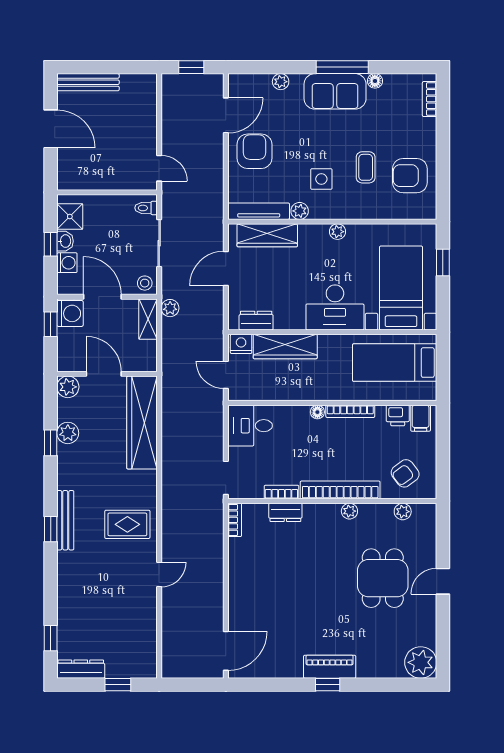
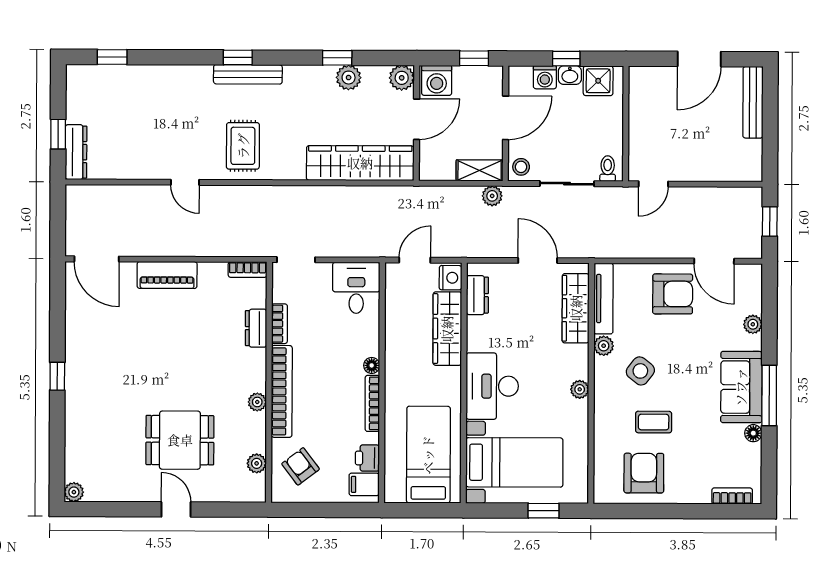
side table: (321, 179) -> (640, 371), turned 38
washing machine: (70, 313) -> (437, 80), moved
plant: (421, 662) -> (74, 492), width x0.53, depth x0.53
piano: (330, 667) -> (167, 275), moved, turned 90
dresser: (81, 669) -> (76, 152), moved

